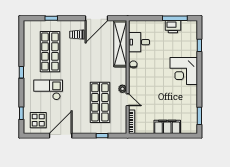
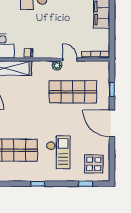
checkout: (48, 90) -> (58, 152), turned 180
door: (128, 100) -> (70, 60), hinge flipped
door: (61, 136) -> (112, 123), moved

